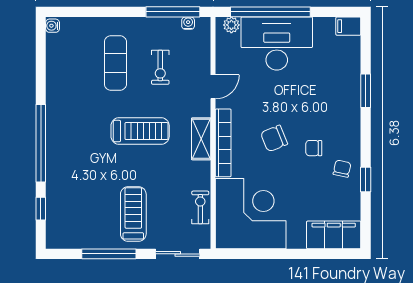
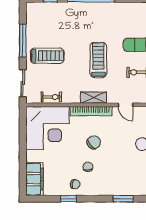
treadmill: (140, 131) -> (98, 60), turned 180
chair: (274, 138) -> (94, 142), turned 72

